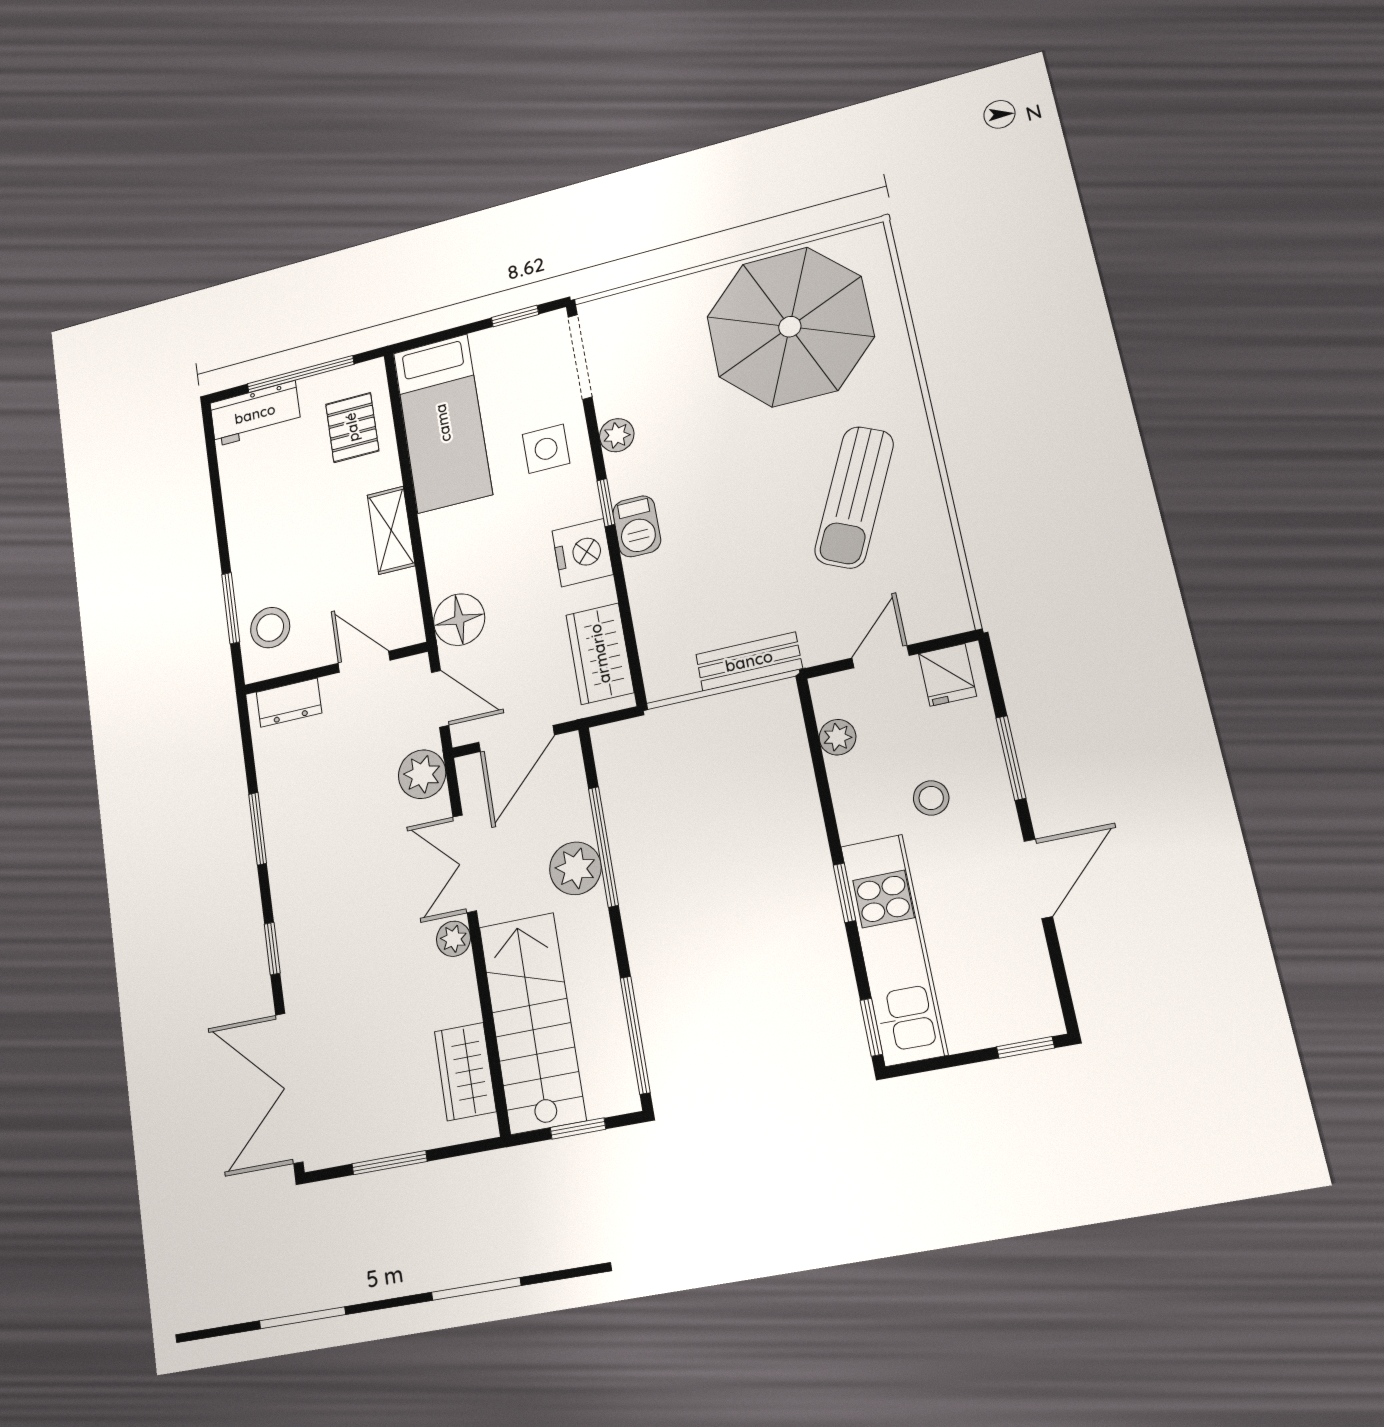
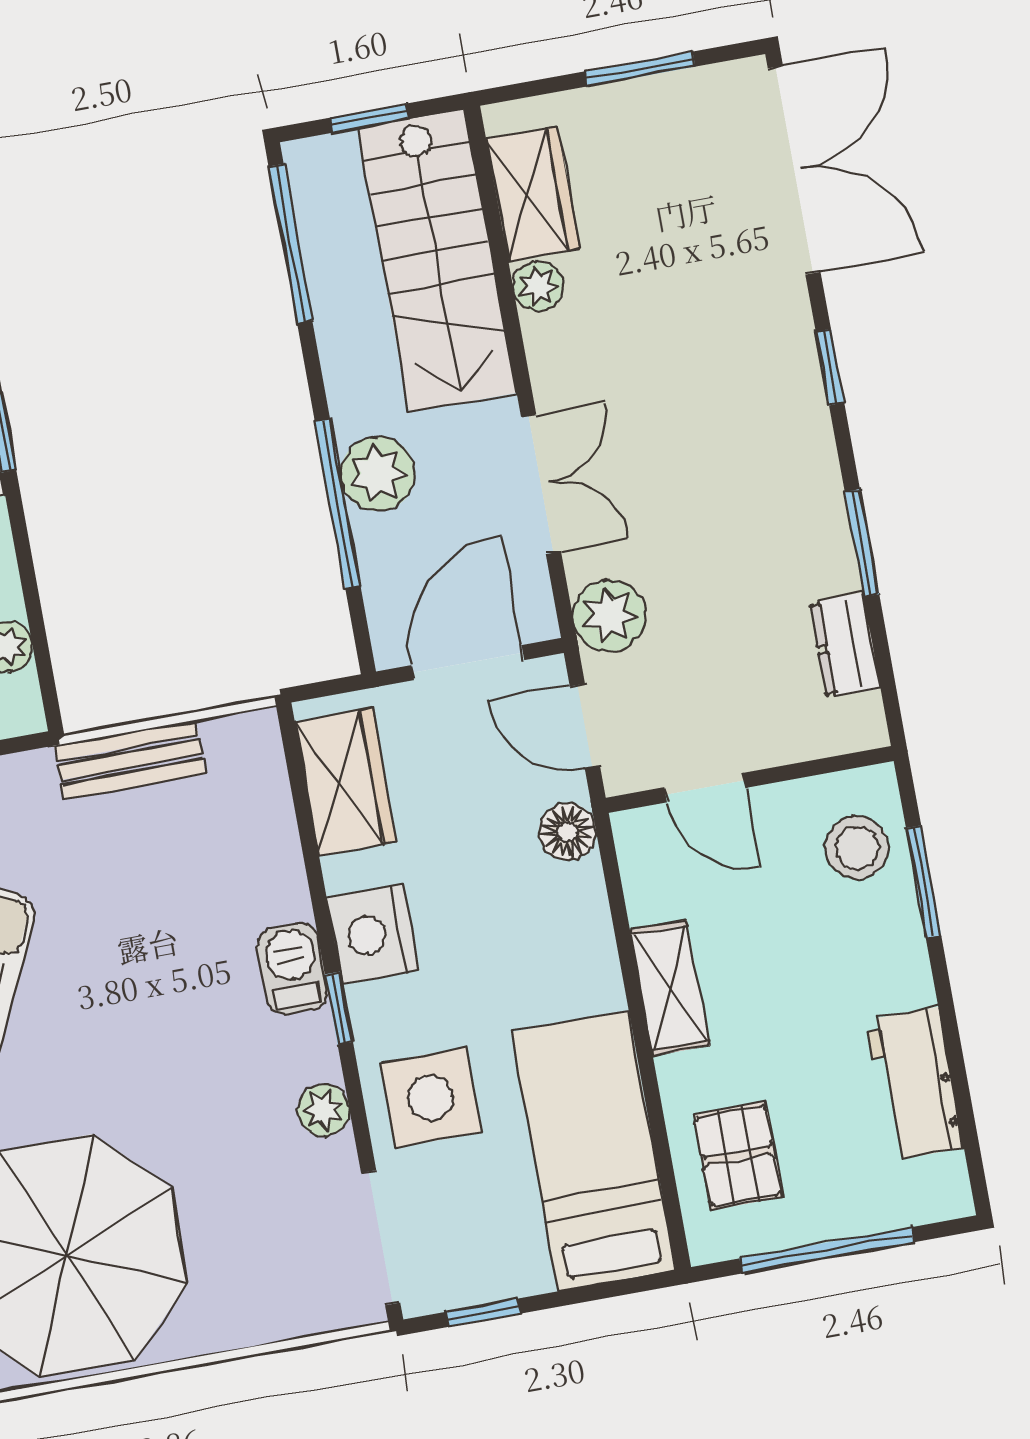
workbench: (255, 414) -> (915, 1084), moved, turned -90
side table: (546, 449) -> (431, 1098), width x1.37, depth x1.37
floor lamp: (459, 620) -> (567, 831), width x0.73, depth x0.73
dresser: (289, 703) -> (845, 645), moved, turned -90
plant: (453, 939) -> (538, 286), moved

